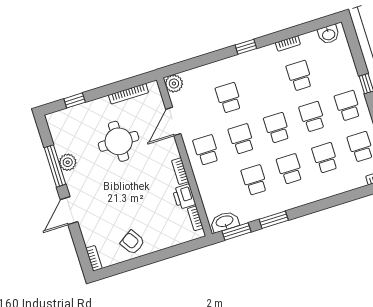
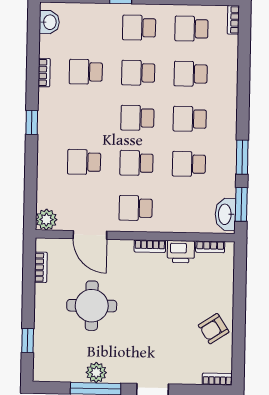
bookcase: (128, 94) -> (41, 267), width x0.64

